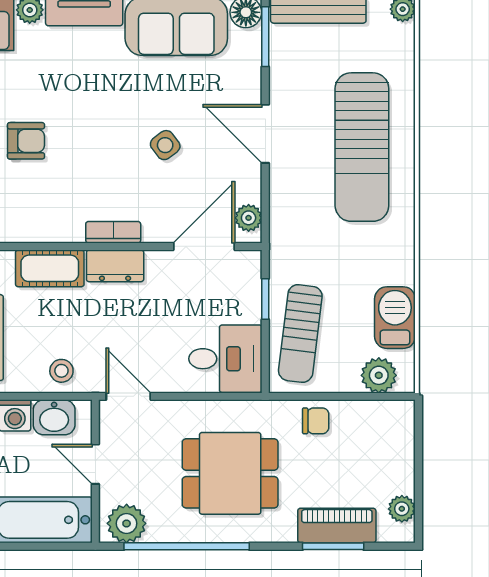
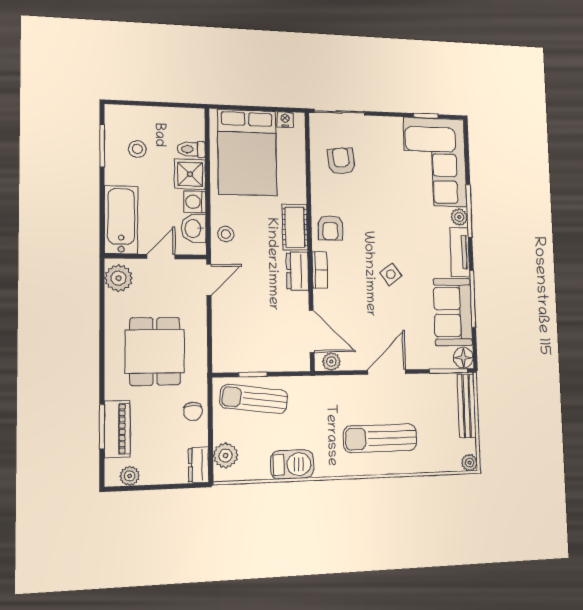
armchair: (26, 141) -> (330, 228), moved
side table: (165, 145) -> (391, 274), moved
sun lounger: (362, 147) -> (380, 438), width x0.73, depth x0.75
window: (265, 299) -> (253, 375), moved
barbecue: (395, 318) -> (292, 464), moved
desk: (225, 359) -> (236, 347), removed
dresser: (390, 414) -> (199, 465), added
window: (187, 546) -> (102, 321), removed

